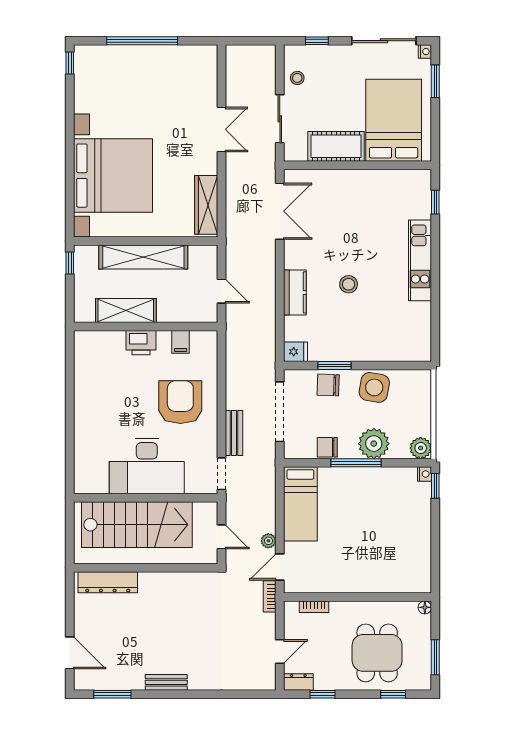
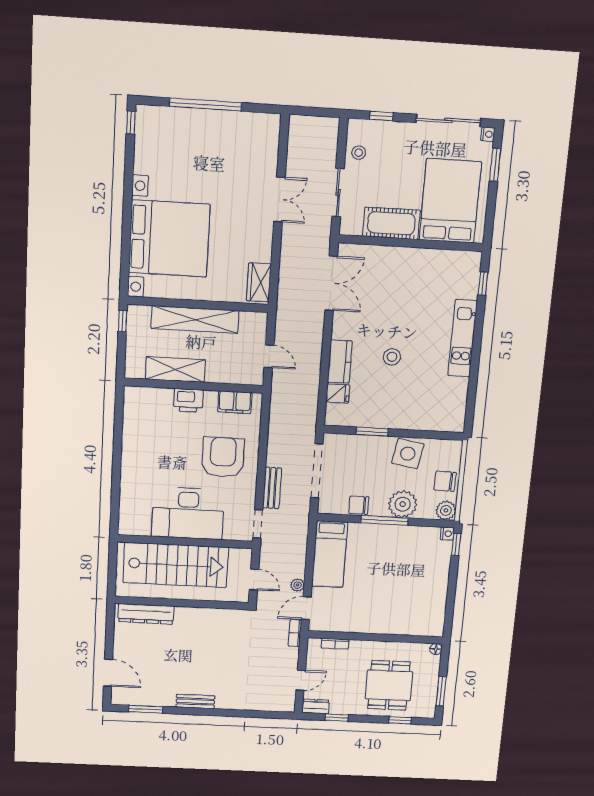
wardrobe: (206, 205) -> (259, 282), width x0.67
filing cabinet: (181, 342) -> (235, 402), width x2.00
fridge: (295, 352) -> (338, 393), moved
chair: (328, 385) -> (445, 481), moved

